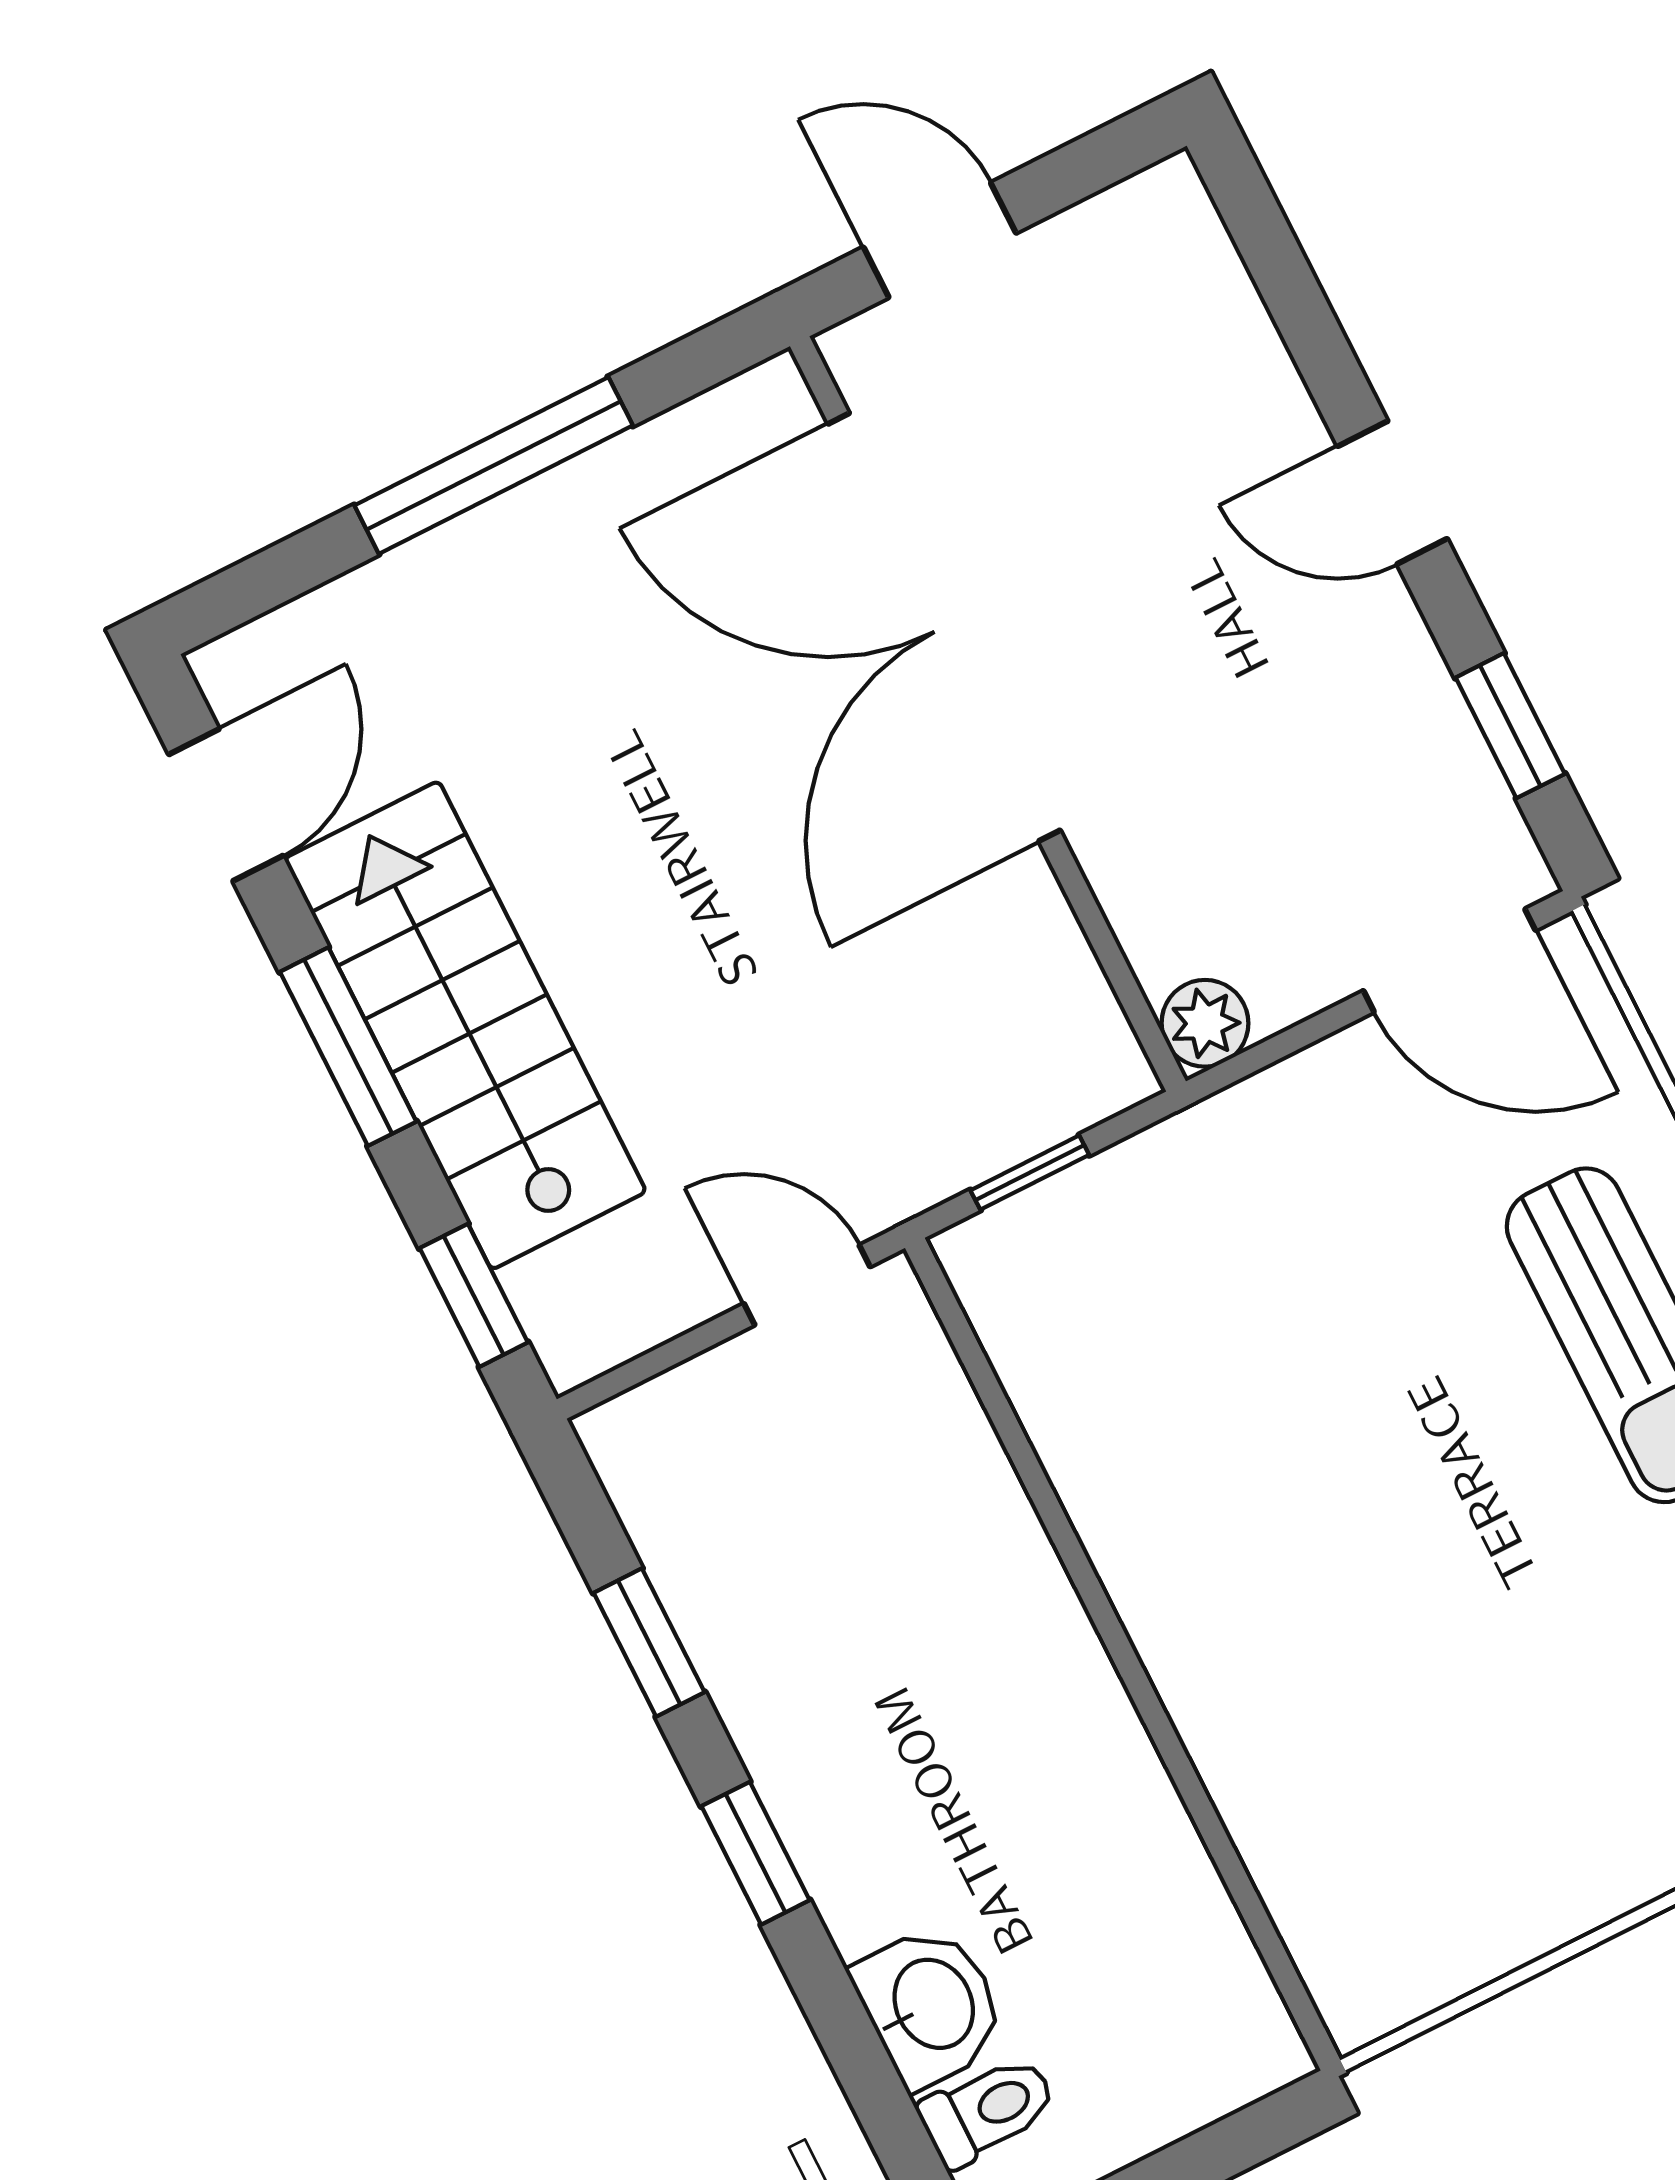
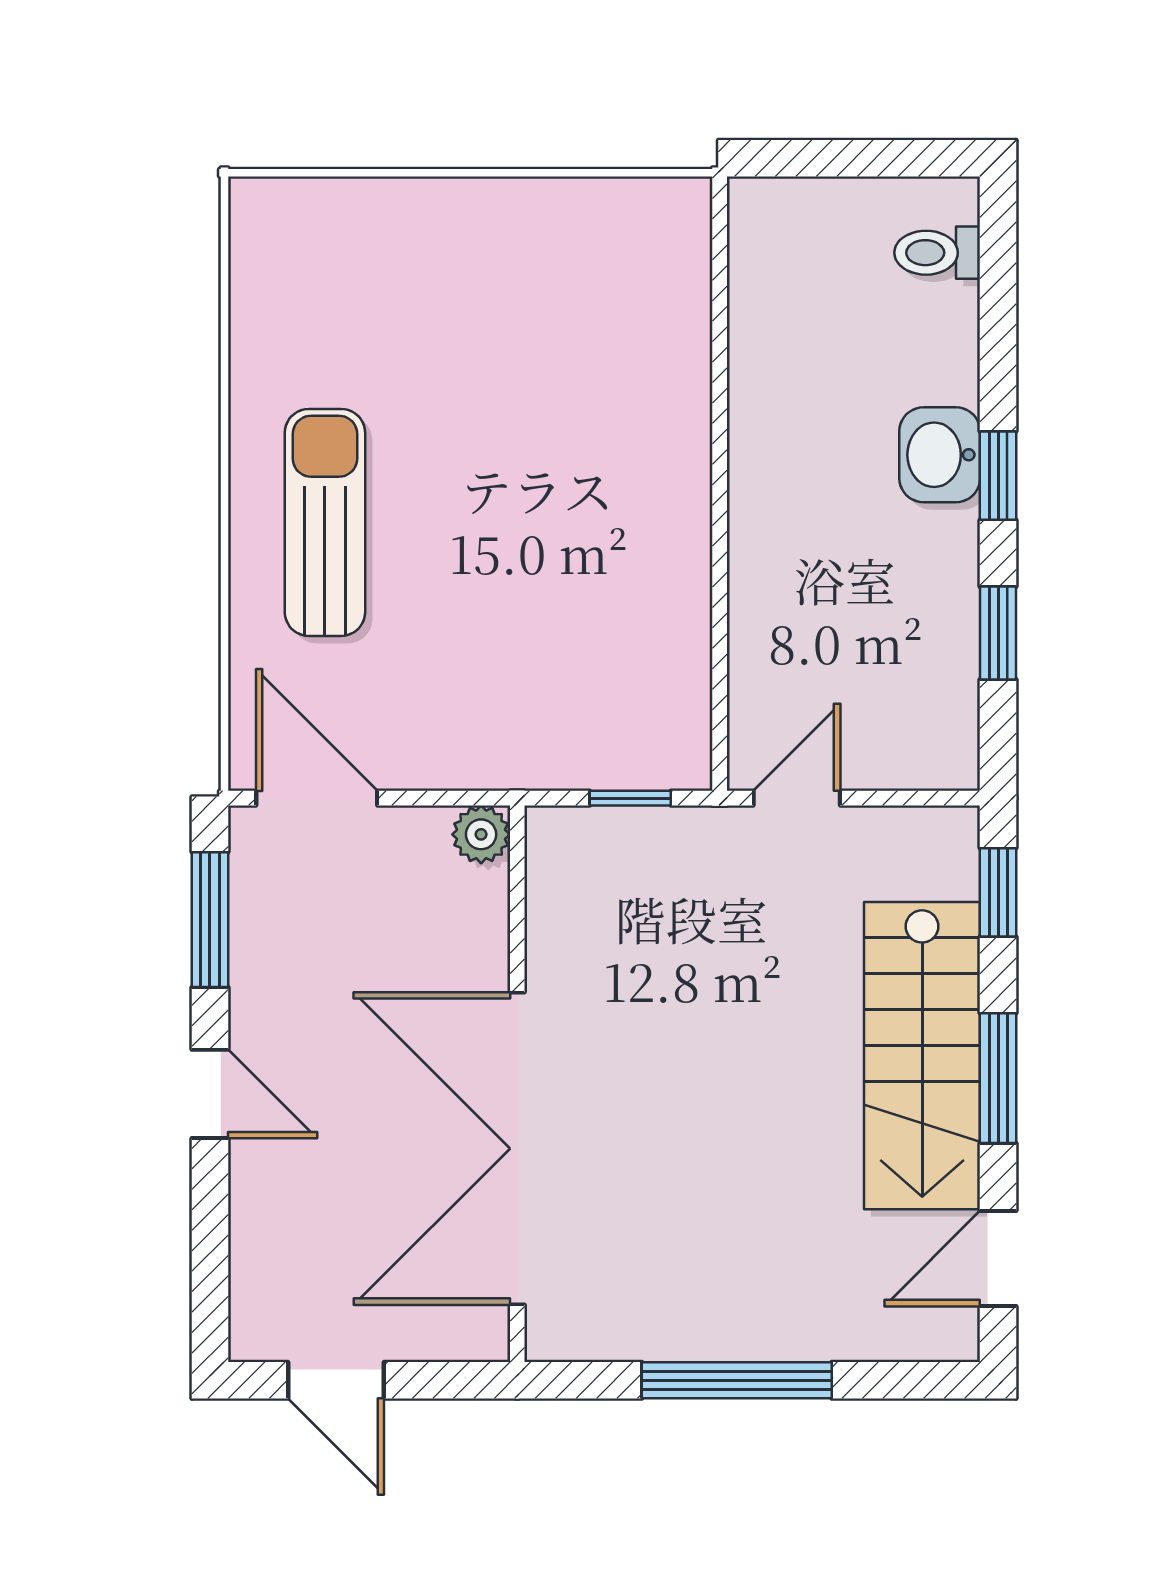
door: (940, 240) -> (336, 1380), moved
double door: (944, 627) -> (517, 1149), swing flipped
window: (1510, 726) -> (210, 920), width x1.50
door: (807, 1285) -> (797, 798), swing flipped
washbasin: (930, 2005) -> (940, 455), moved

